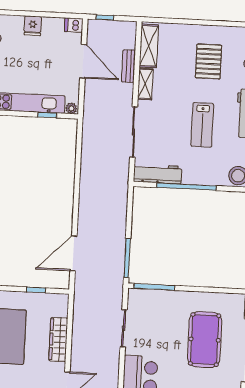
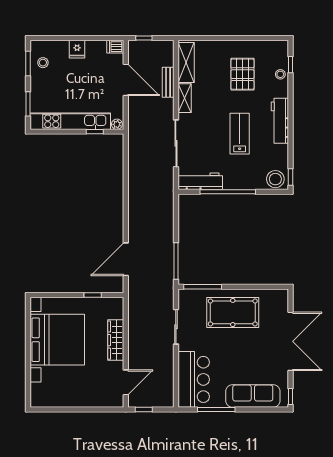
lab bench: (202, 125) -> (240, 134), turned 180
pool table: (205, 340) -> (233, 312), moved, turned 90

